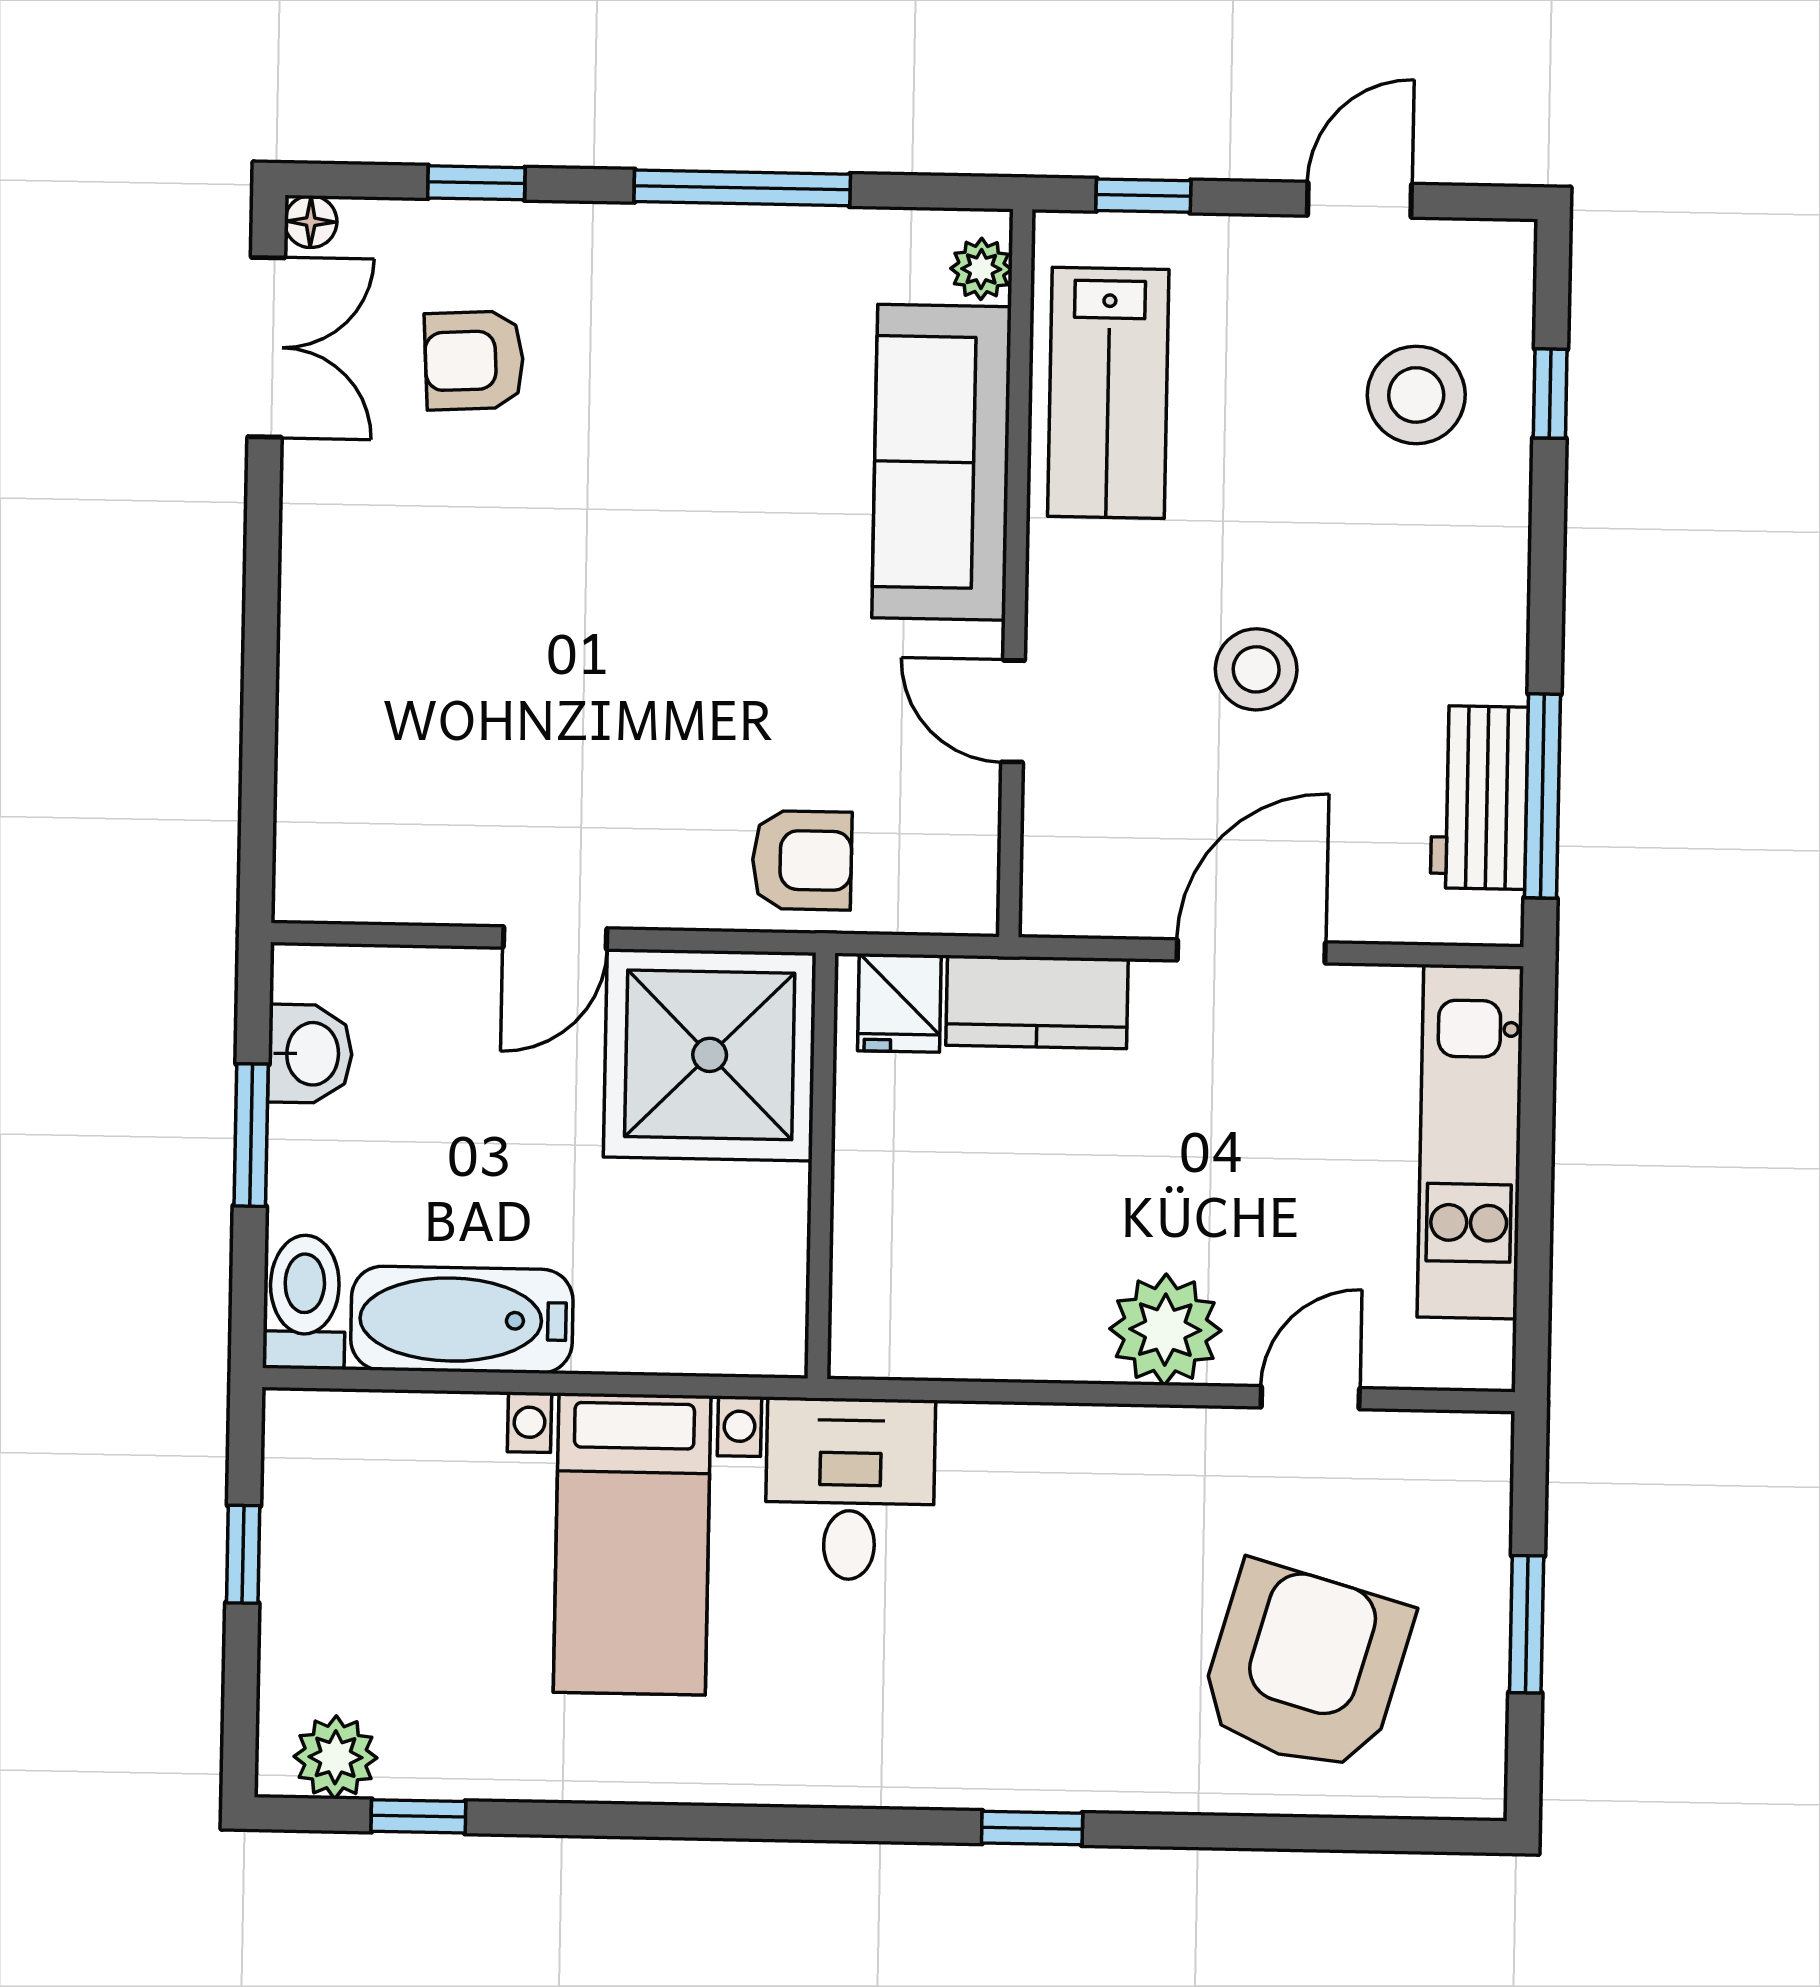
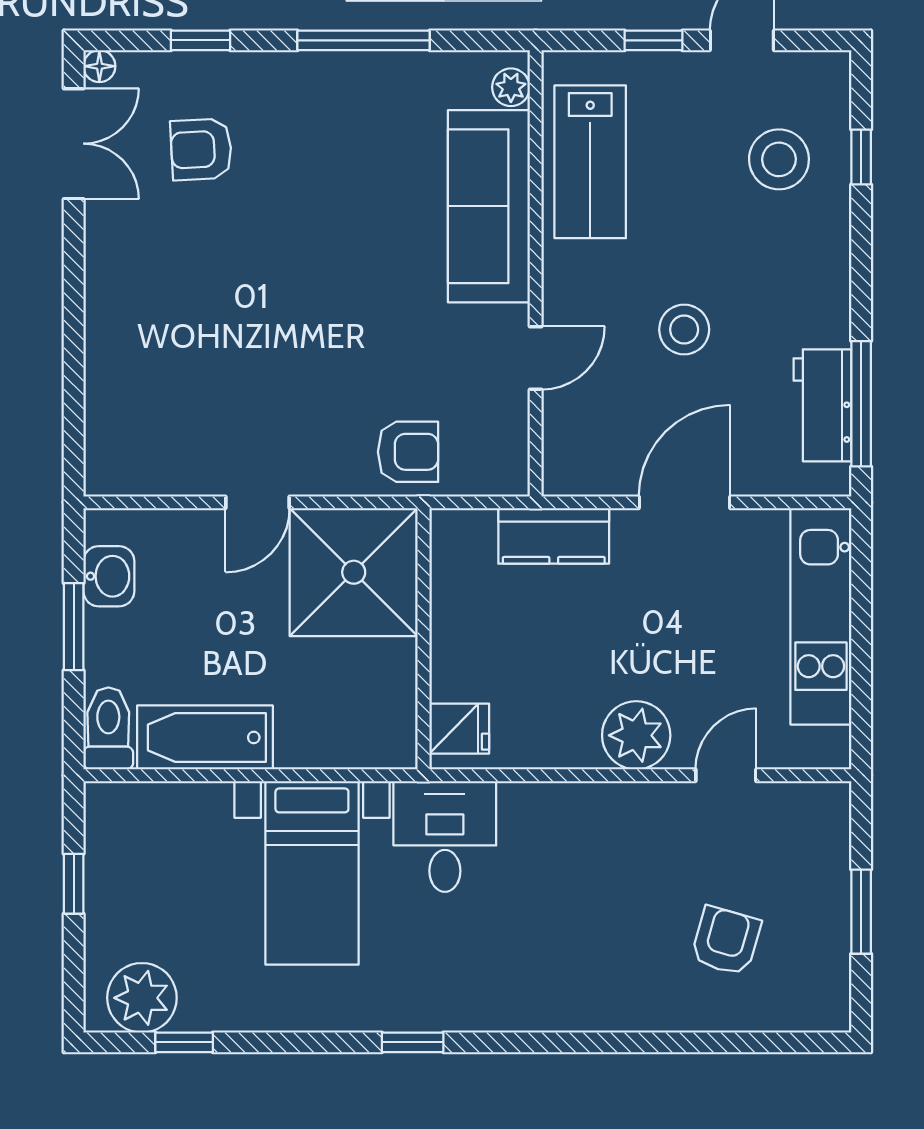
window: (1143, 196) -> (654, 40), moved
door: (1013, 711) -> (536, 358), swing flipped
fridge: (899, 1003) -> (459, 729), moved, turned -90
armchair: (1305, 1668) -> (726, 941), width x0.53, depth x0.53
plant: (335, 1757) -> (142, 998), width x1.36, depth x1.36
window: (1032, 1828) -> (413, 1042), moved

